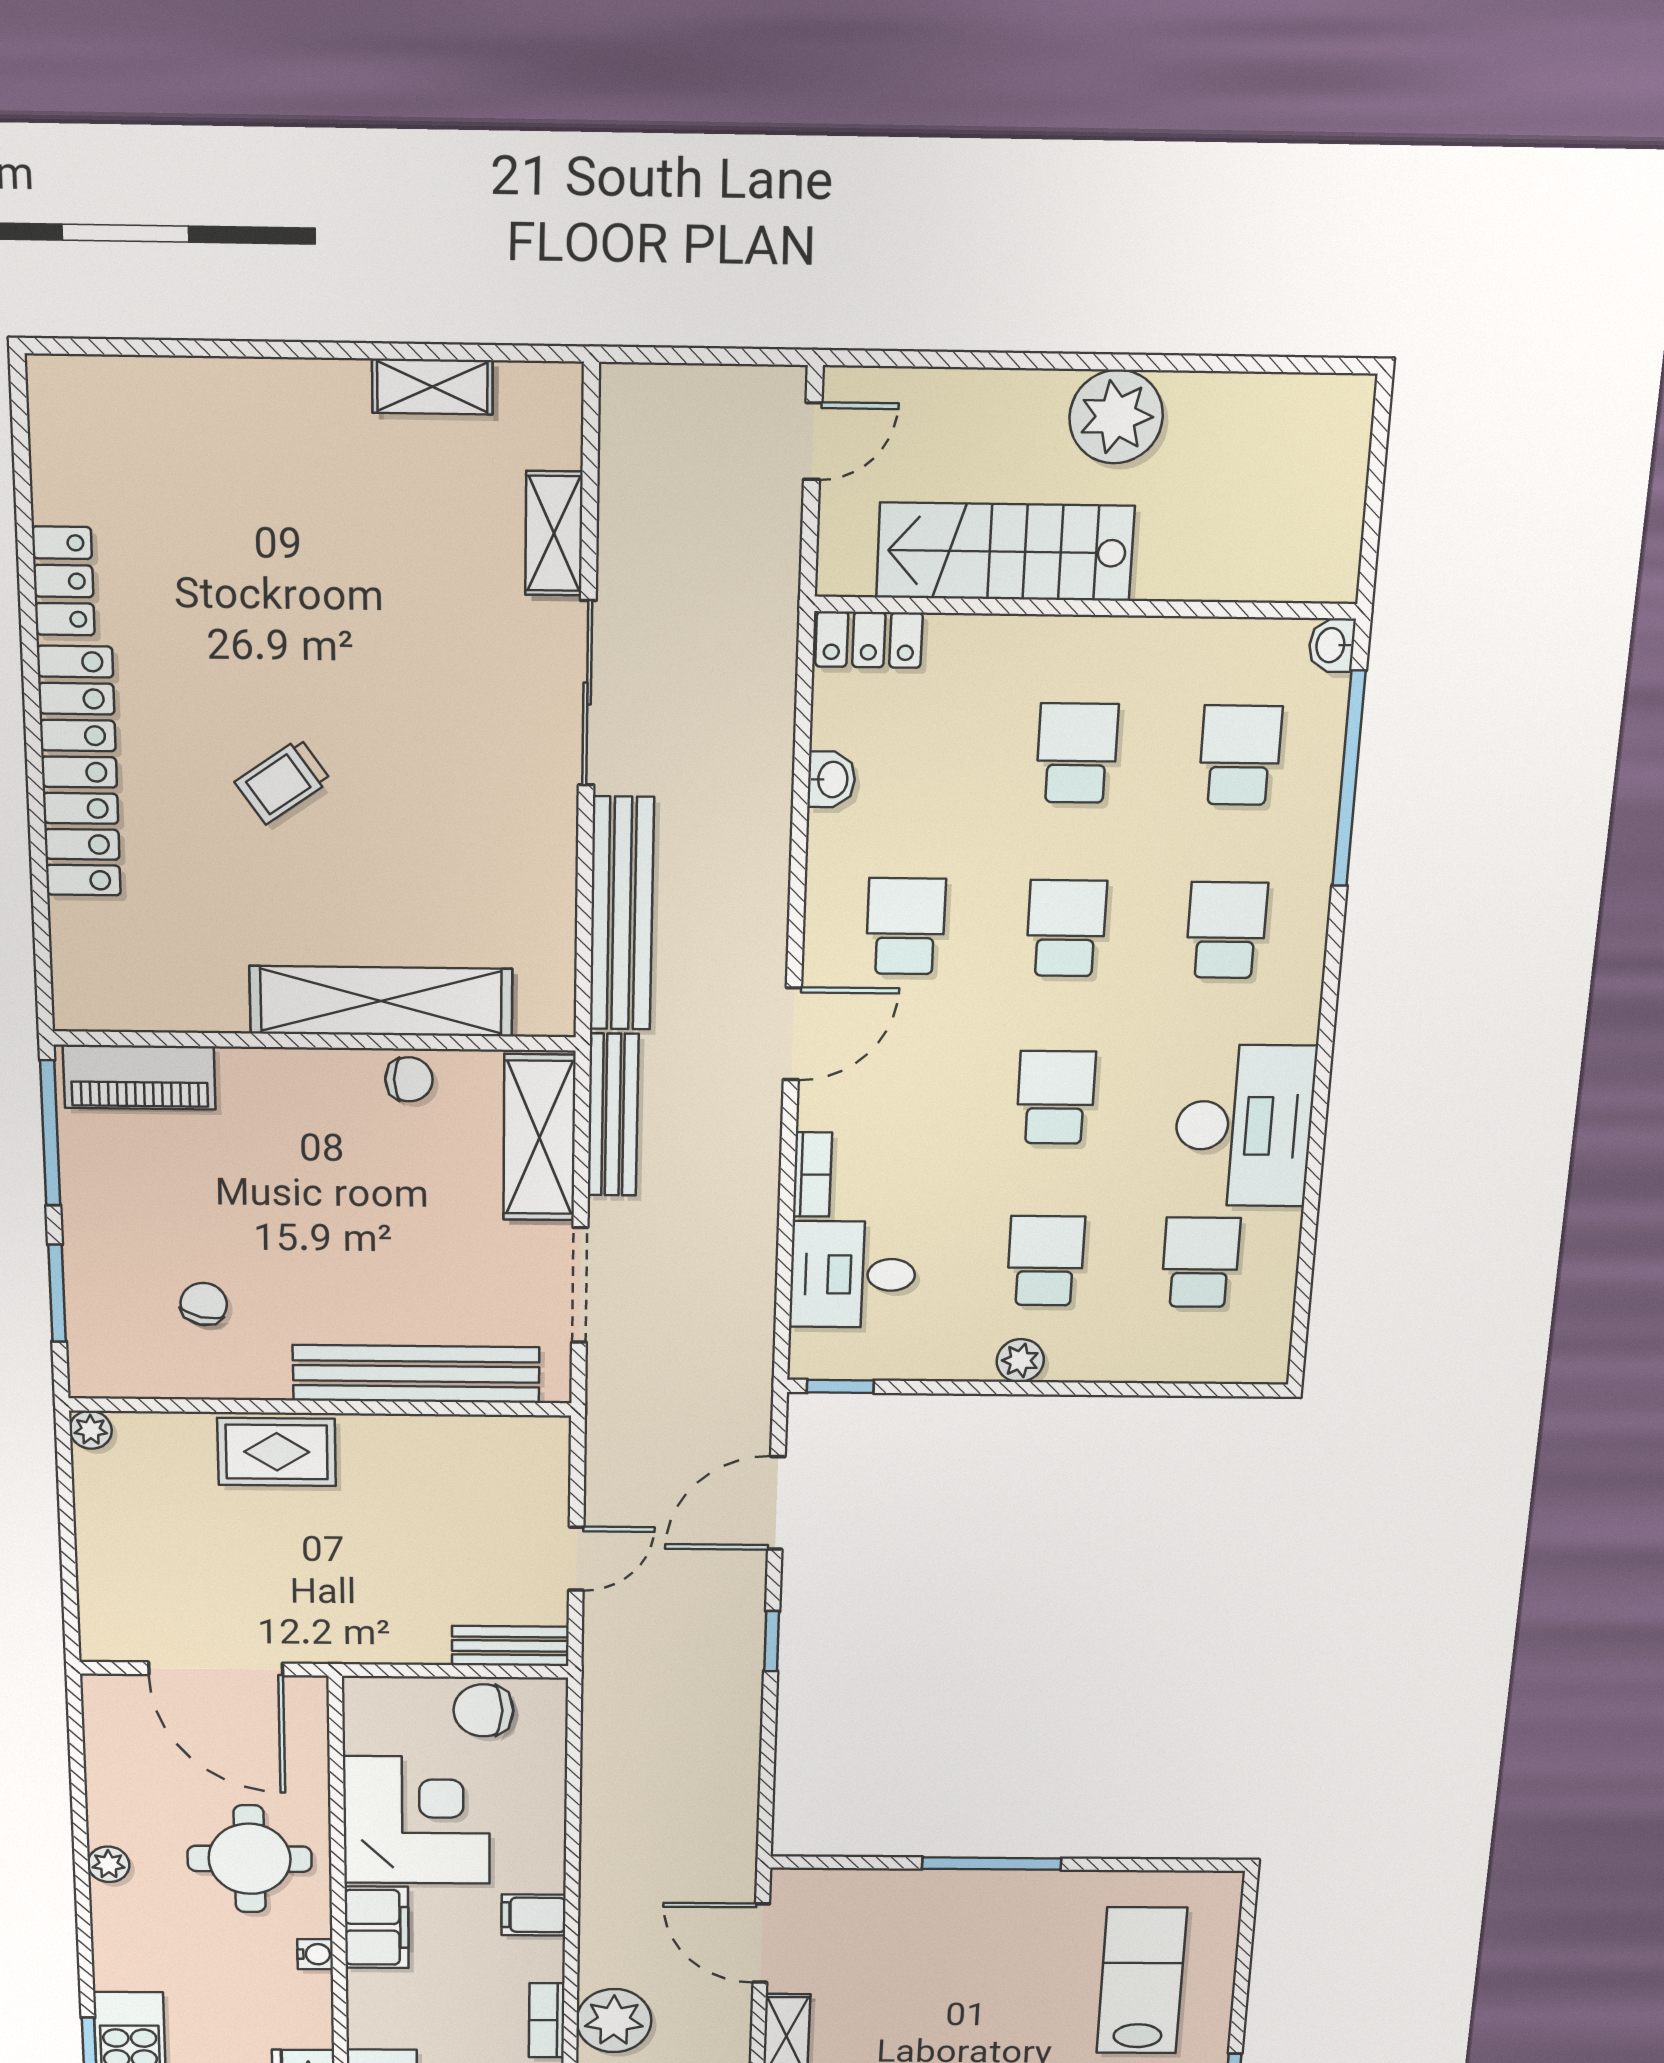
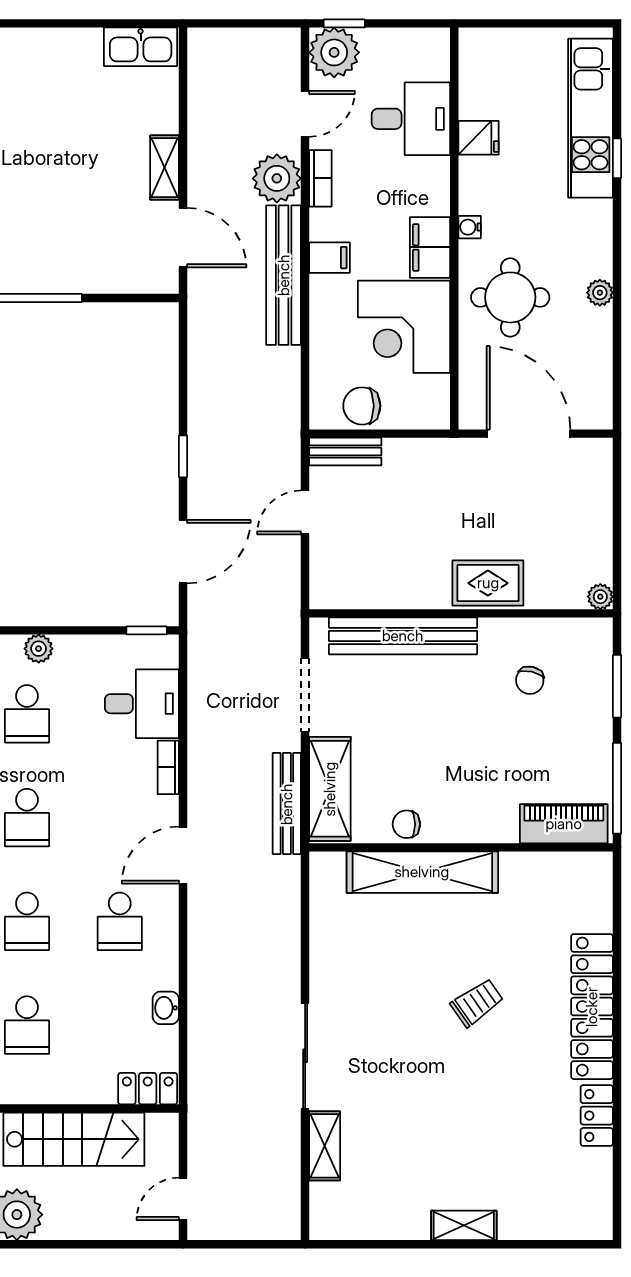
shelving: (432, 387) -> (464, 1225), moved
bench: (622, 914) -> (284, 275), moved
chair: (483, 1710) -> (362, 406), turned 180

